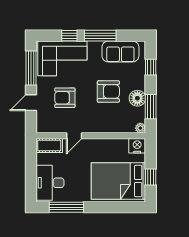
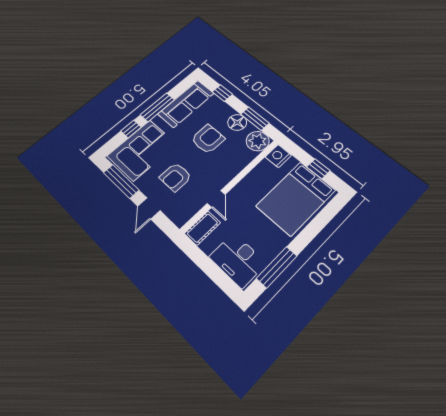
sofa: (120, 51) -> (186, 104), width x1.36
plant: (140, 128) -> (258, 141), width x1.88, depth x1.88

